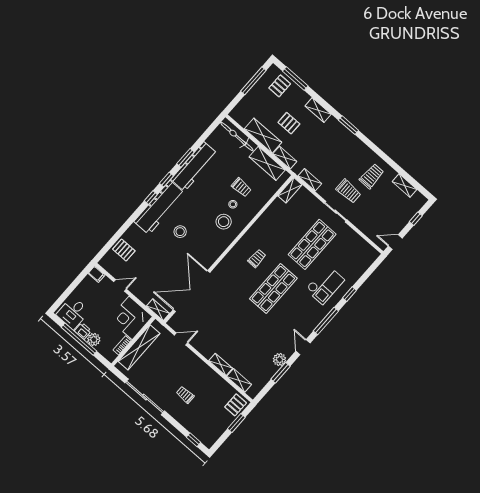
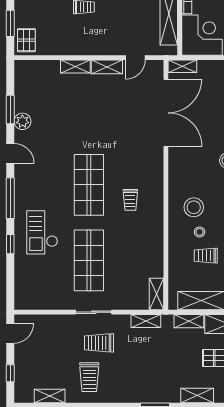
shelving: (239, 380) -> (107, 67), moved

